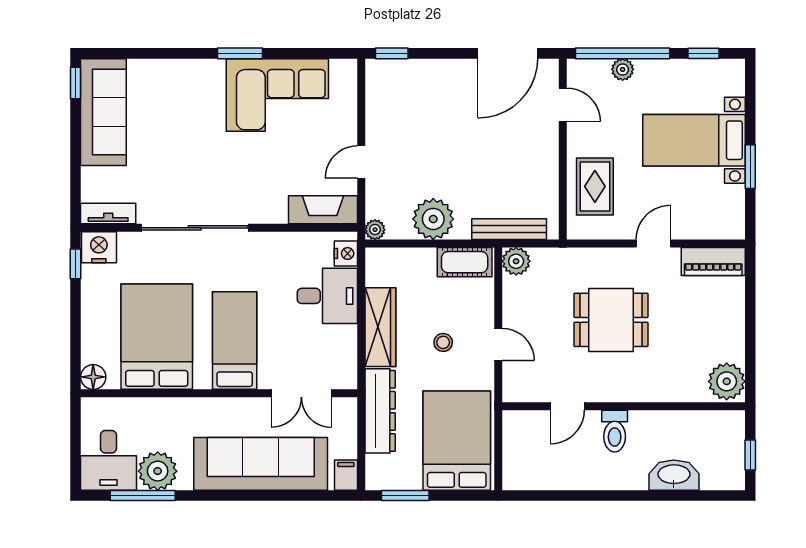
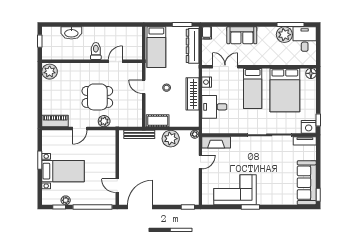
plant: (623, 69) -> (66, 200), moved
rug: (595, 186) -> (104, 152), removed
nightstand: (346, 253) -> (207, 82), moved
plant: (516, 261) -> (104, 121), moved
dresser: (380, 411) -> (193, 46), moved
bed: (457, 441) -> (156, 47), width x0.67
sofa: (261, 464) -> (242, 35), width x0.54, depth x0.79

